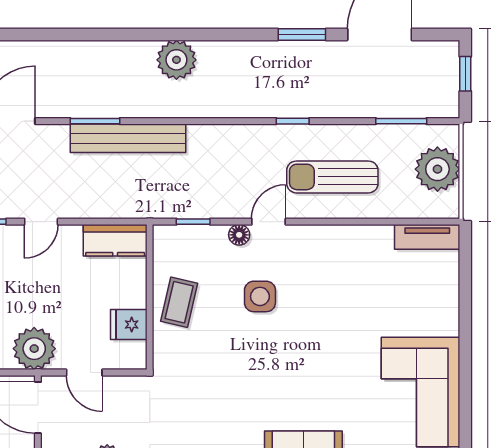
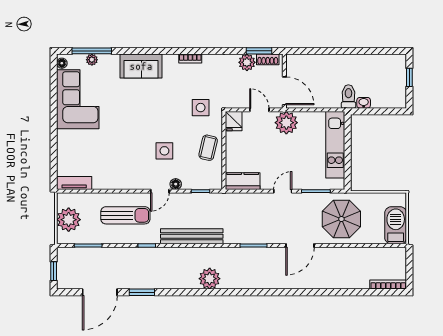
bench: (128, 138) -> (192, 236), moved
fridge: (129, 324) -> (234, 121), moved, turned 90
side table: (193, 377) -> (201, 108), added

